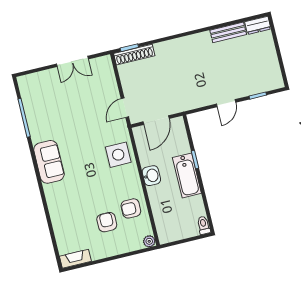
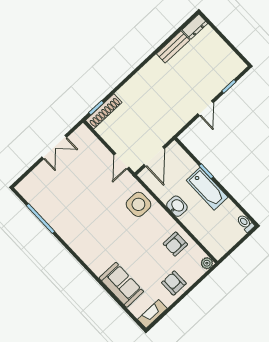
sofa: (49, 162) -> (121, 285), moved
armchair: (107, 222) -> (174, 283), moved

